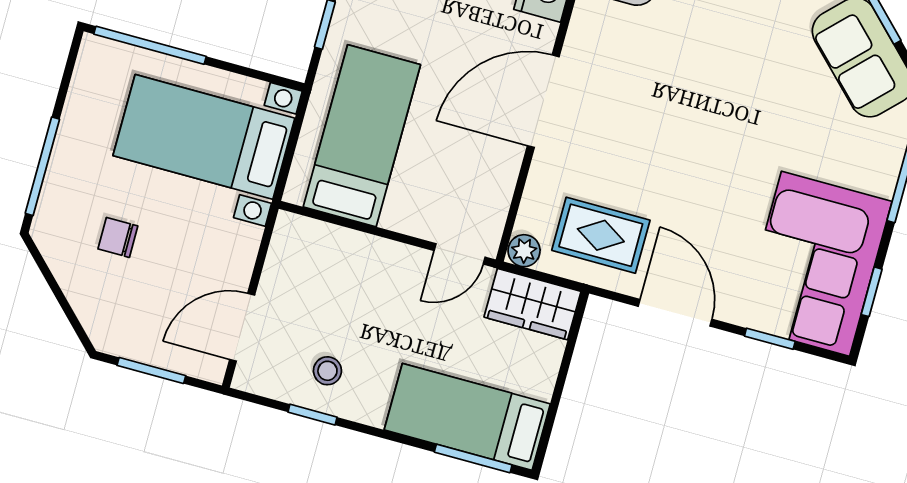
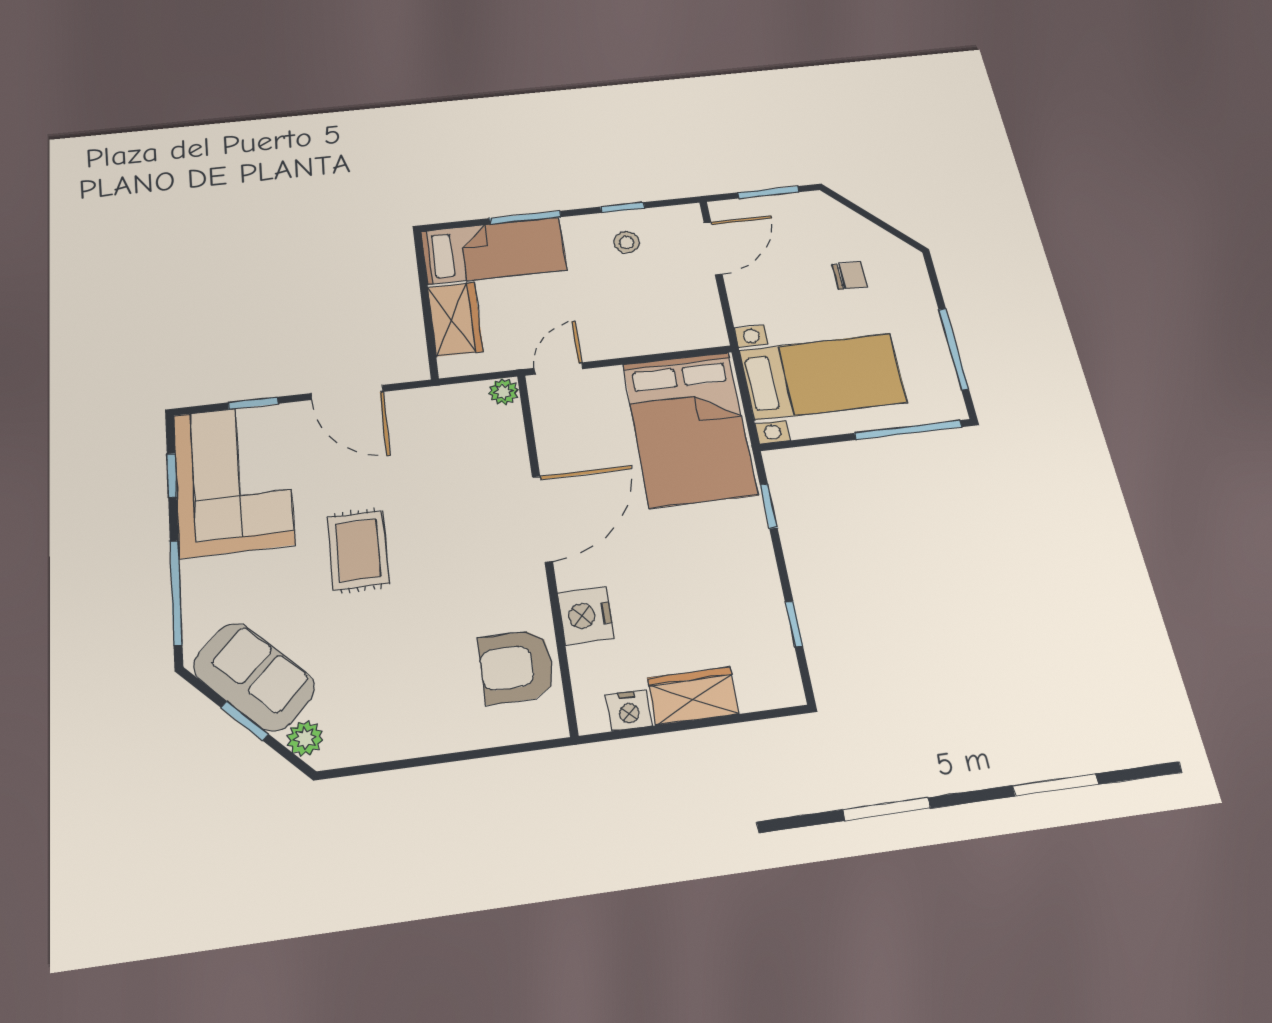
bed: (362, 136) -> (689, 429), width x1.50
window: (42, 166) -> (954, 349), moved
rug: (601, 235) -> (358, 550), moved, turned 90
wardrobe: (533, 304) -> (455, 319), moved, turned 90
window: (473, 459) -> (525, 218), moved

